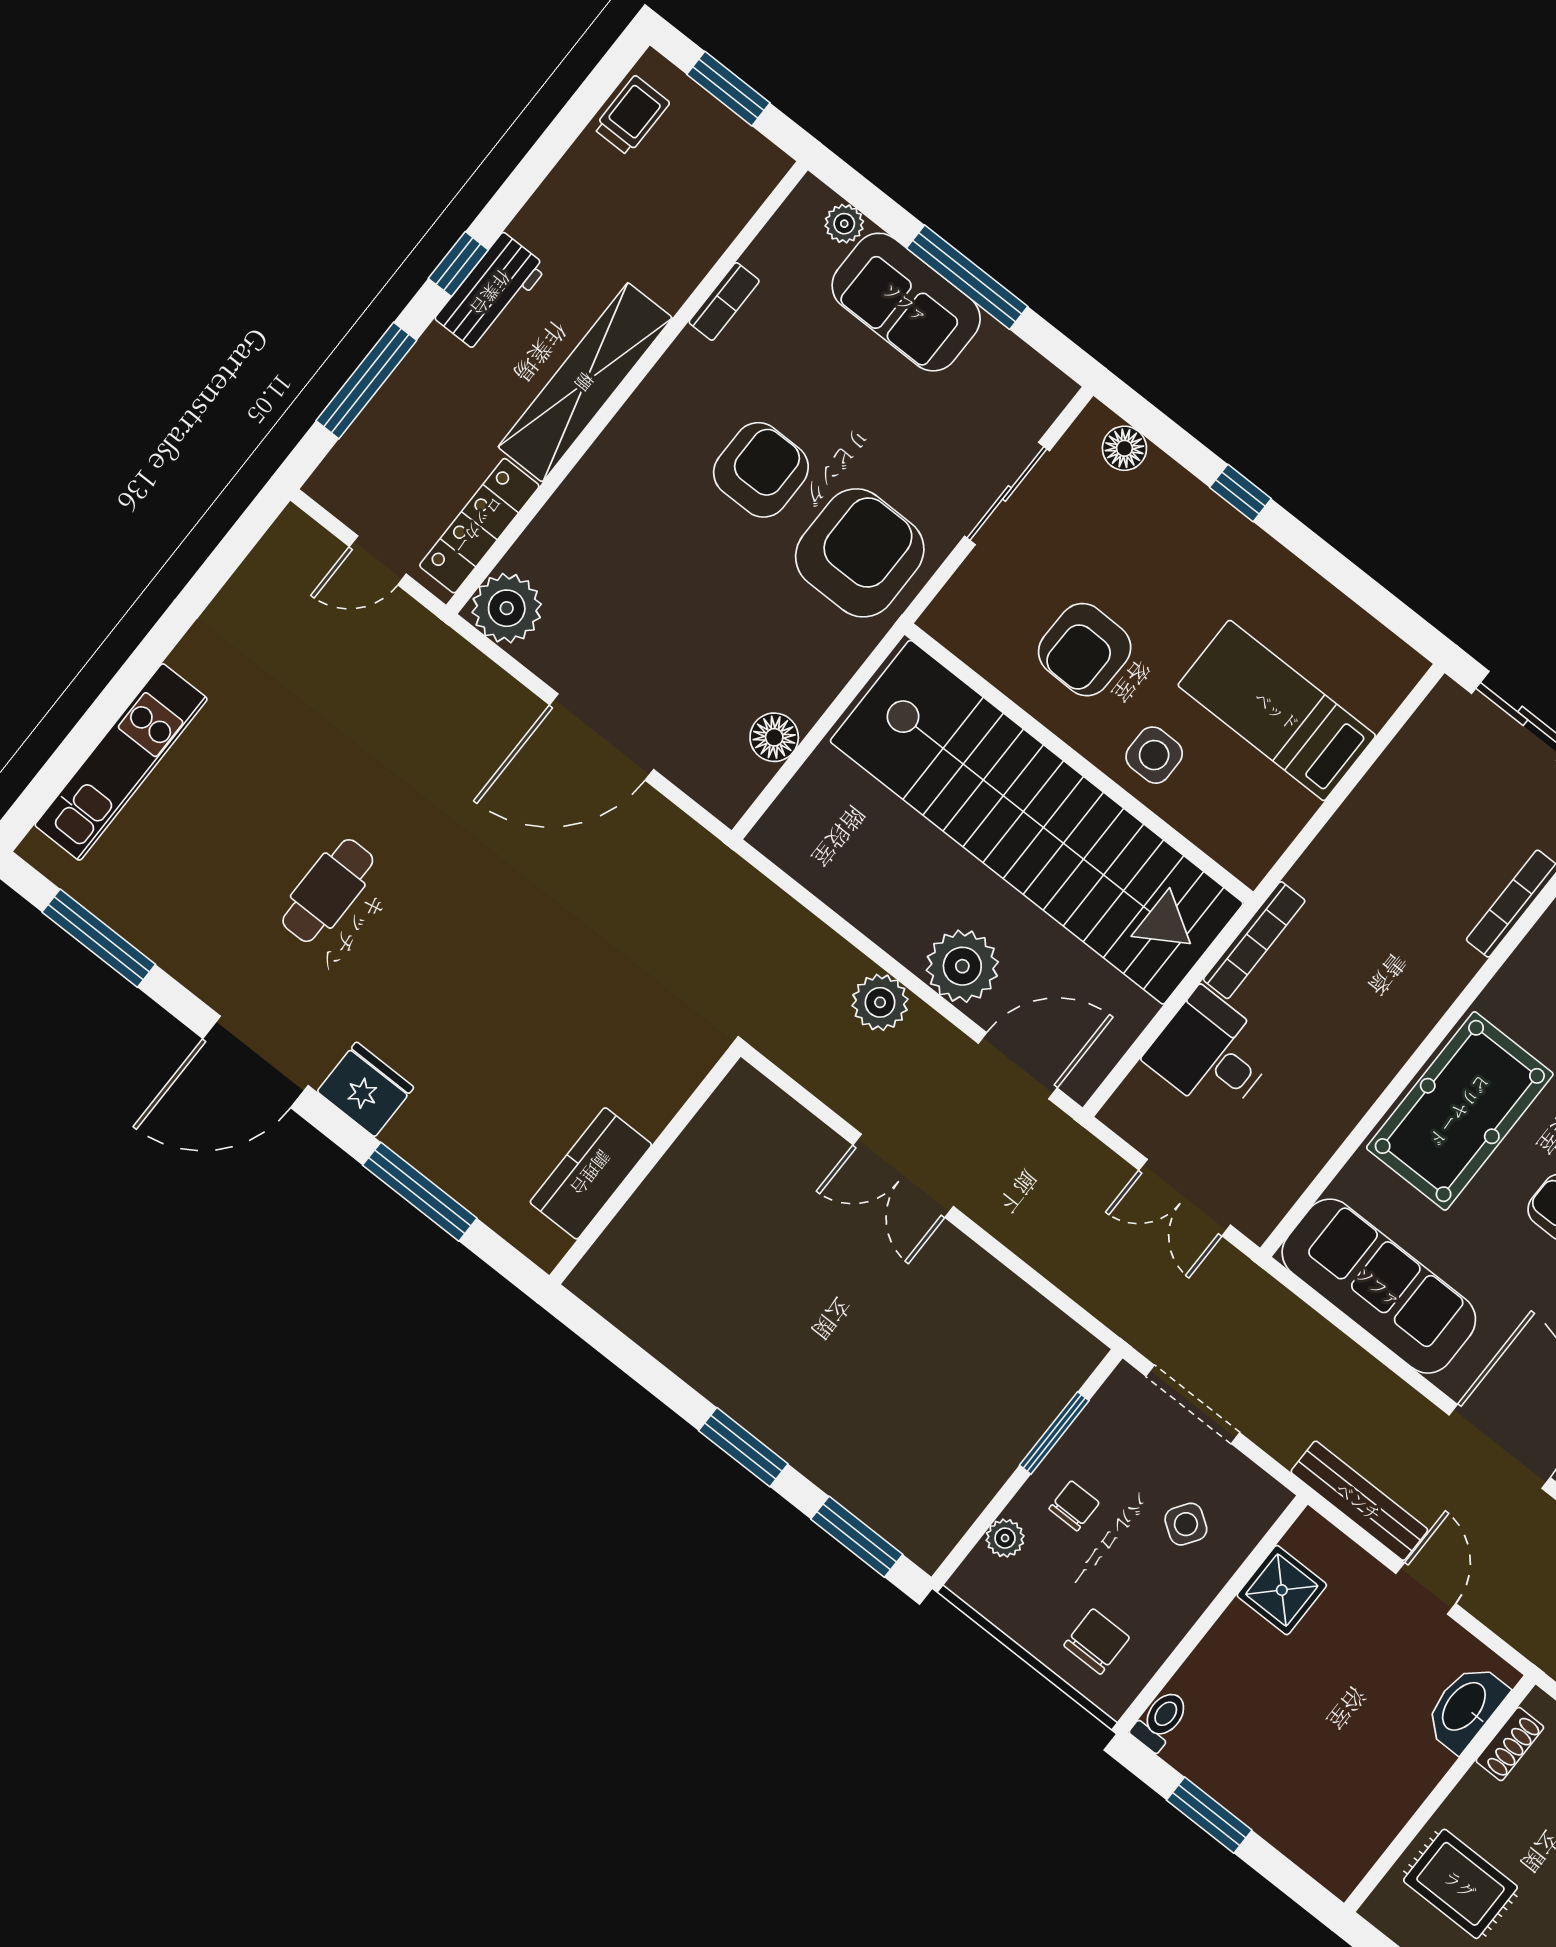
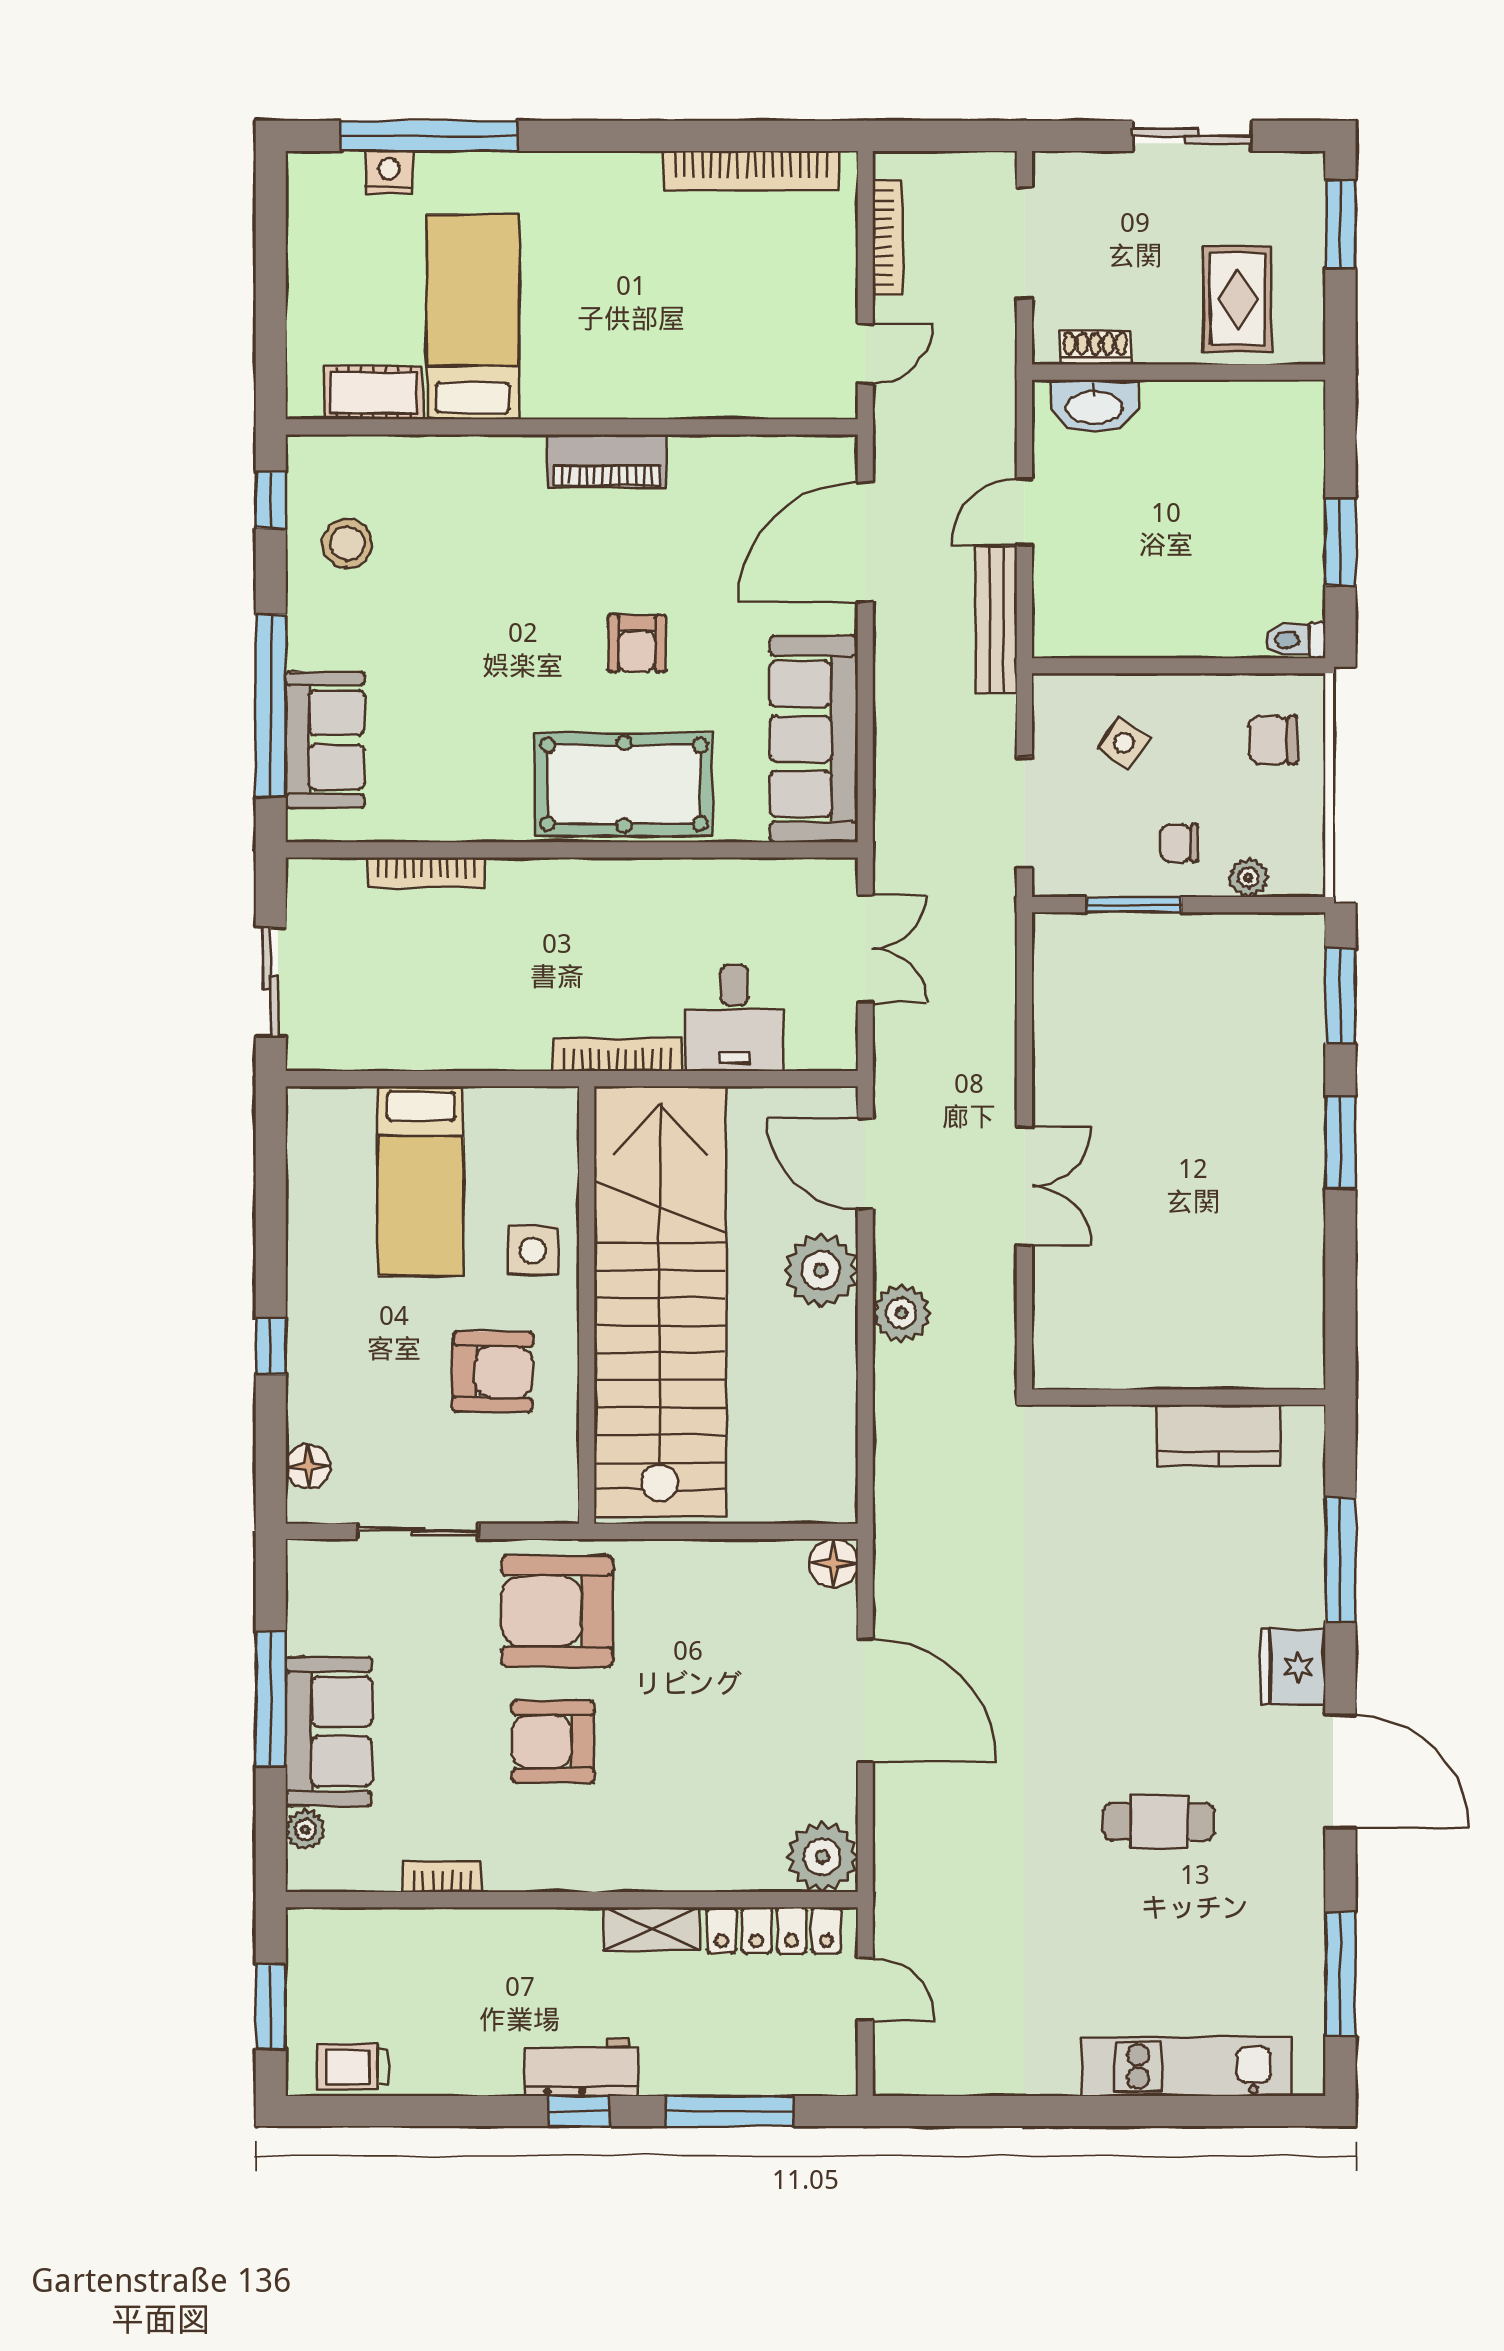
shelving: (585, 382) -> (652, 1929), width x0.45, depth x0.75
floor lamp: (774, 737) -> (833, 1563), moved
shower: (1282, 1590) -> (1116, 625), removed

